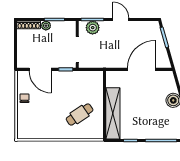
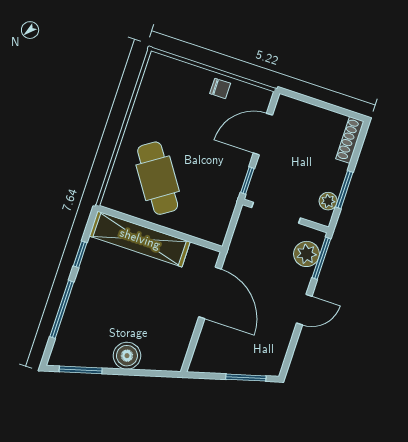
plant: (46, 26) -> (328, 201), moved
door: (141, 69) -> (210, 293), moved
cafe table: (80, 115) -> (158, 178), width x1.37, depth x1.35

